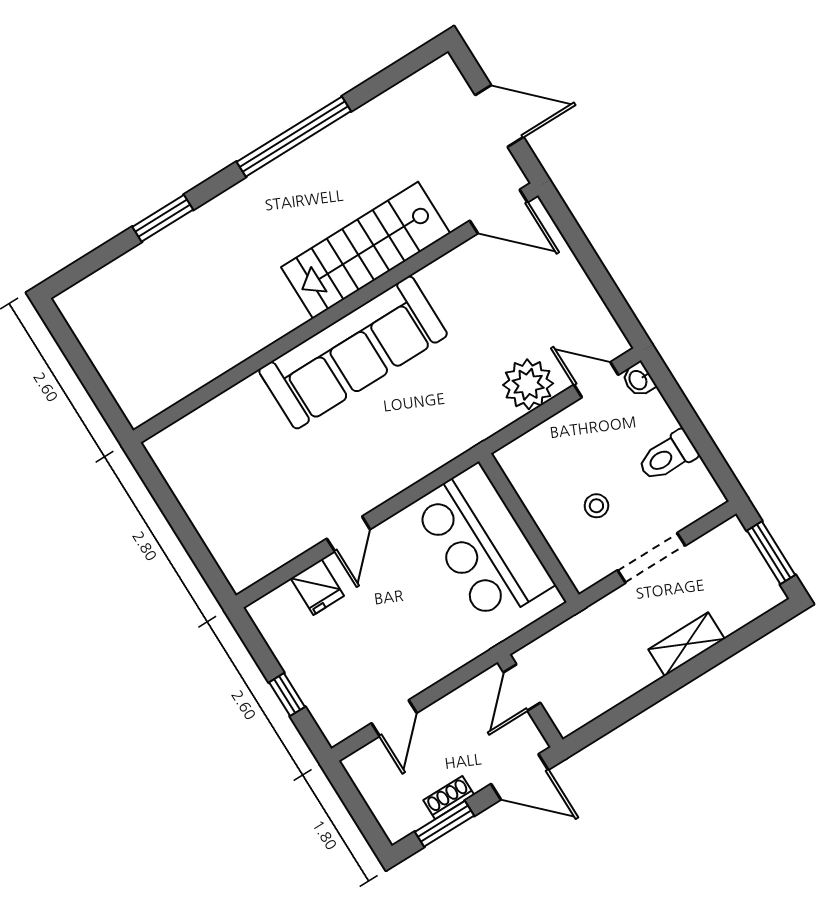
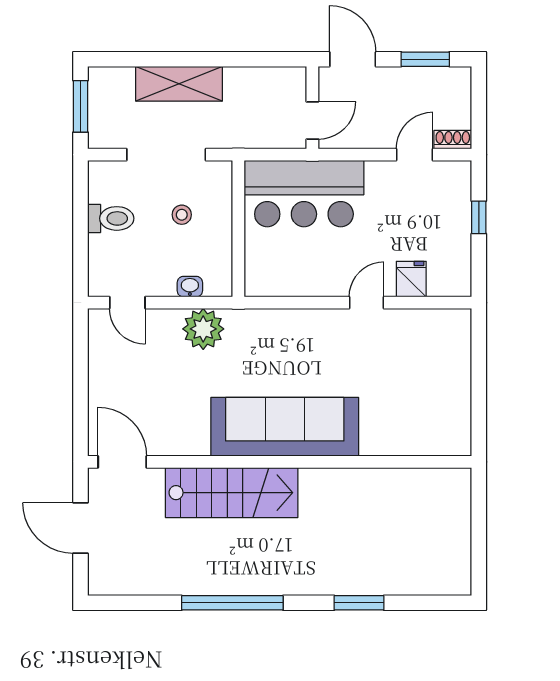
washbasin: (639, 380) -> (190, 287), moved, turned -90
plant: (528, 384) -> (203, 329), moved
bar counter: (483, 544) -> (304, 194), moved, turned 90
doorway: (651, 558) -> (166, 155), width x1.36
shelving: (686, 644) -> (179, 84), width x1.50, depth x1.33
shoe rack: (449, 798) -> (453, 140), moved, turned 180

